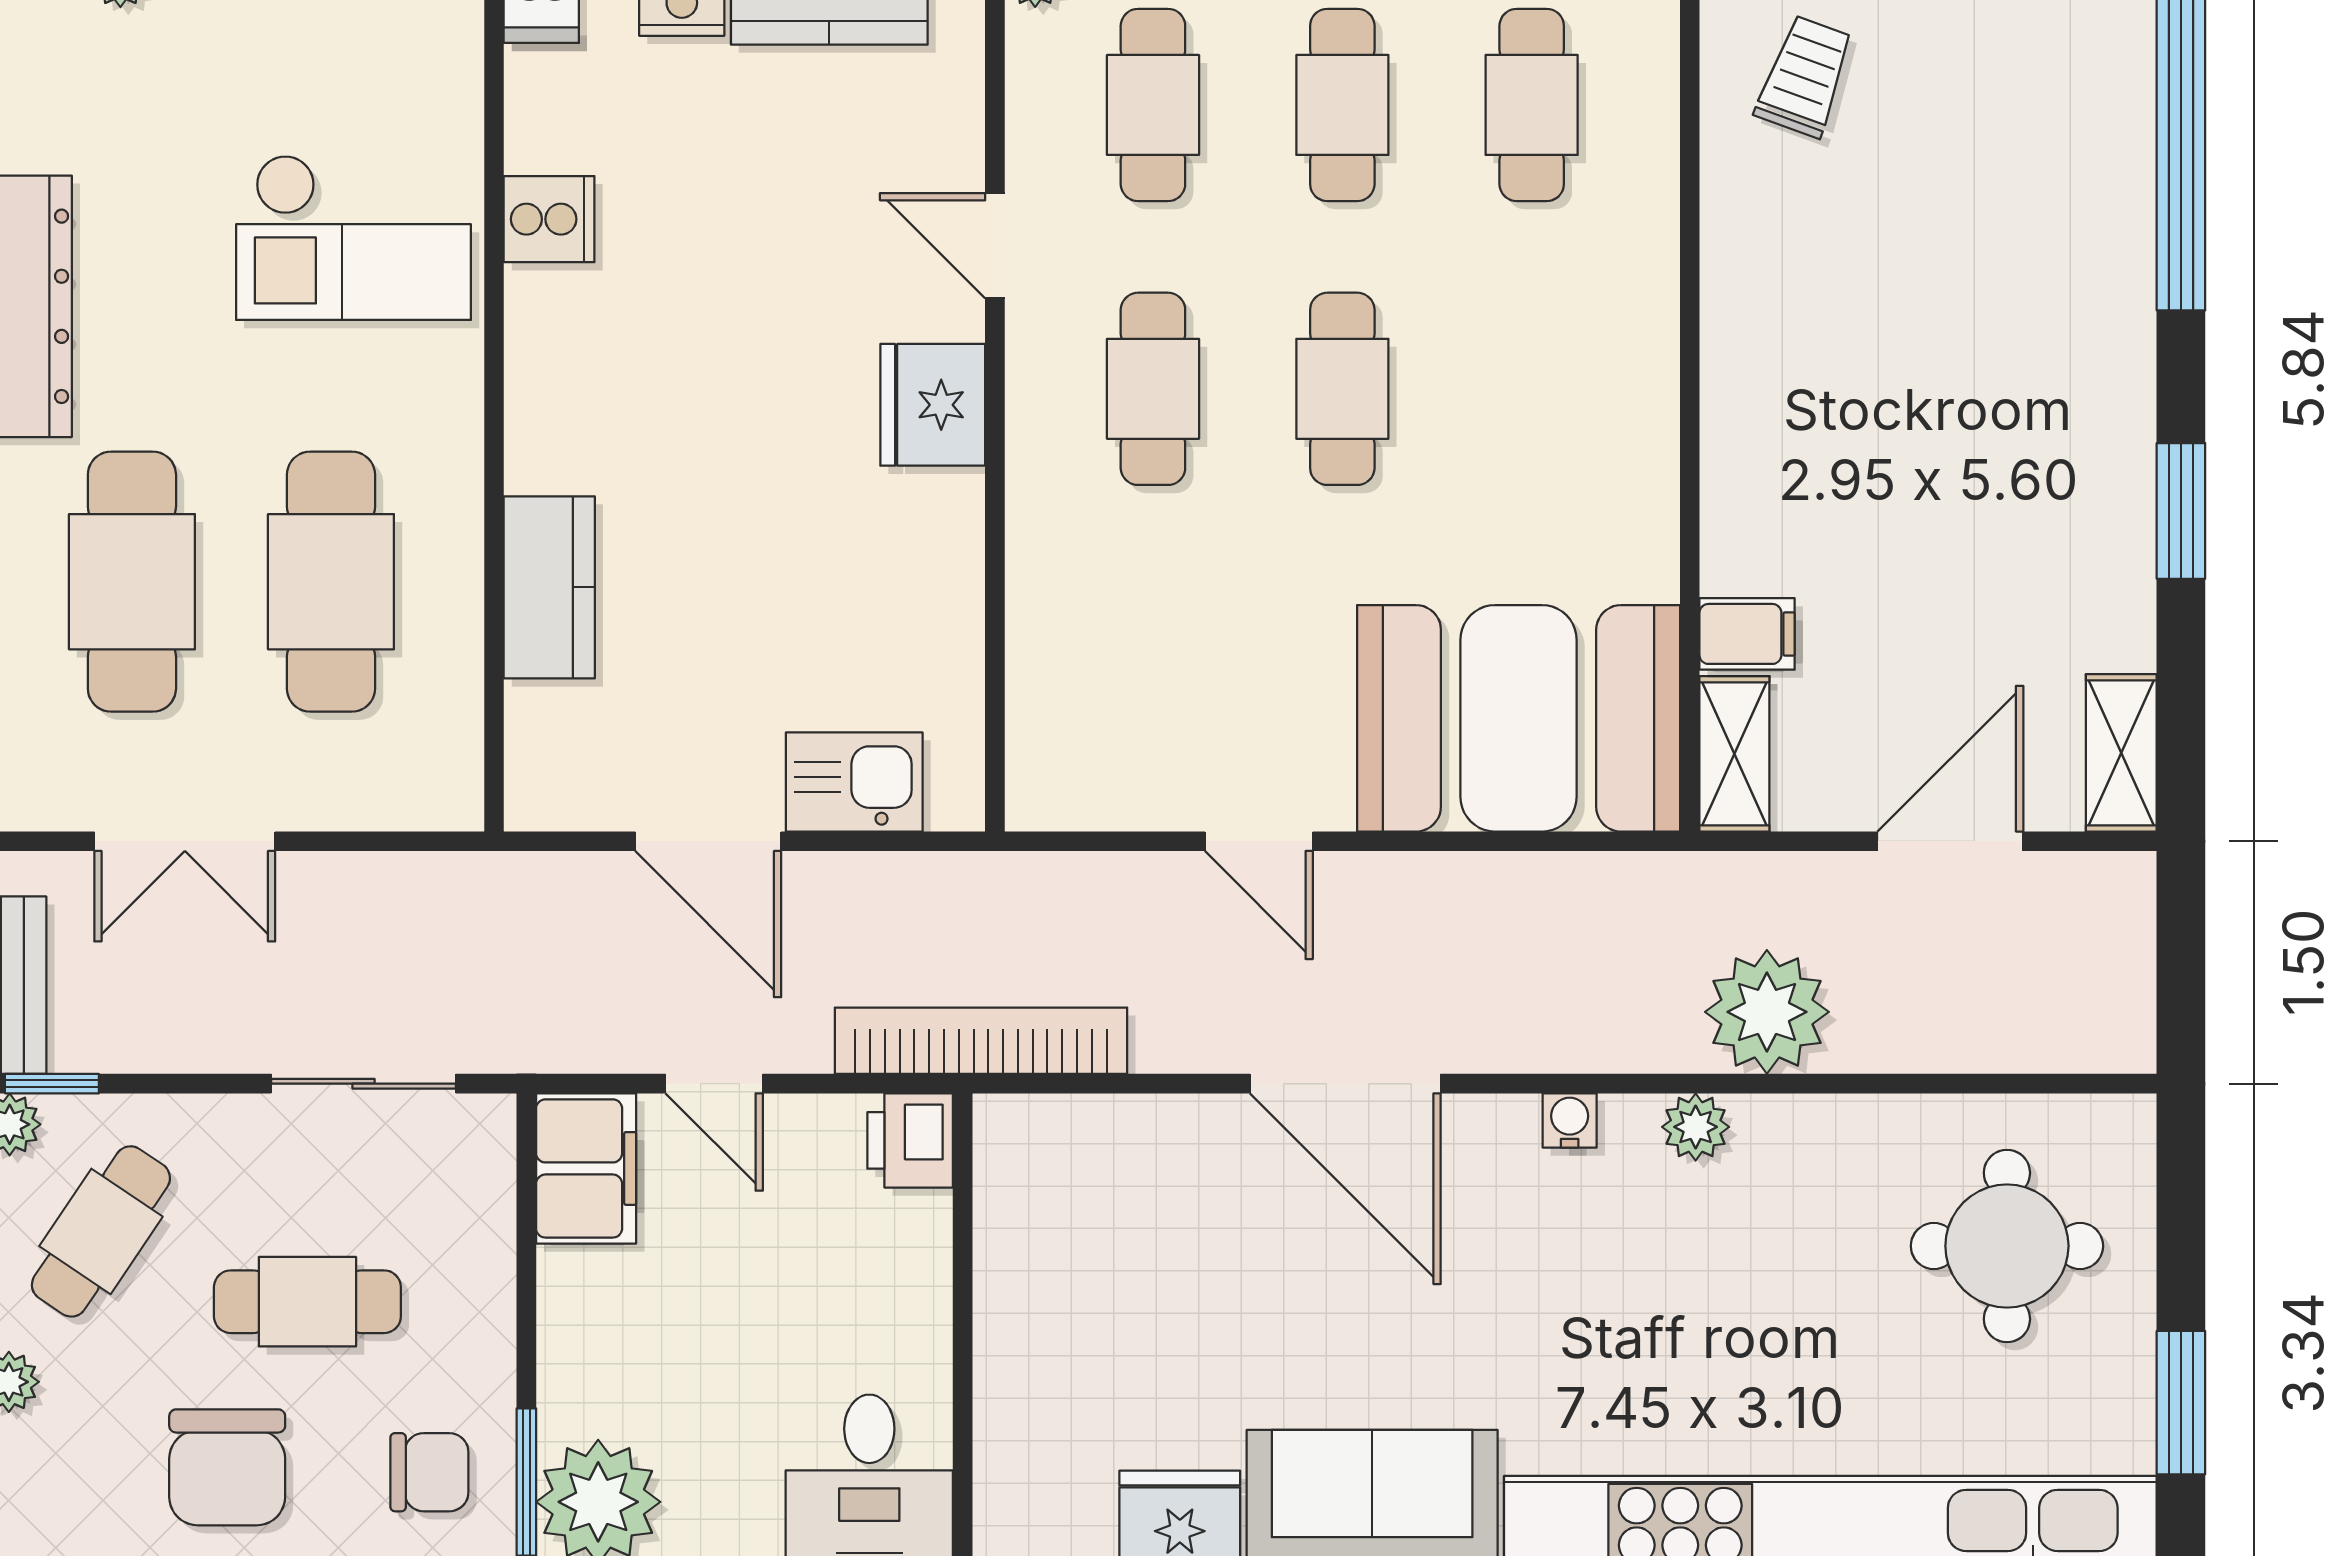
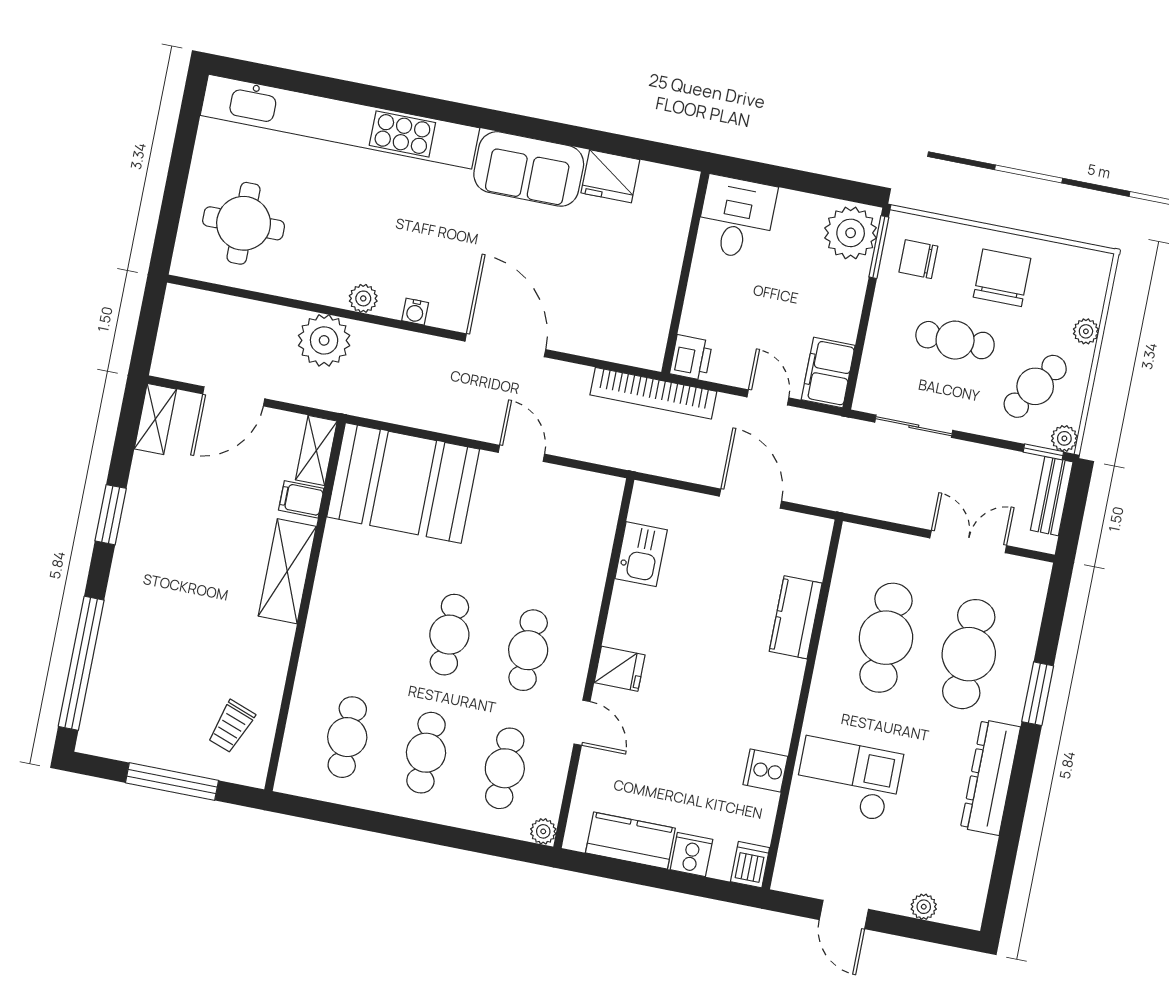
fridge: (933, 405) -> (620, 669), width x0.72
shelving: (1746, 461) -> (287, 571), added
kitchen sink: (854, 782) -> (641, 554), moved, turned -90
window: (2181, 1403) -> (184, 144), removed

